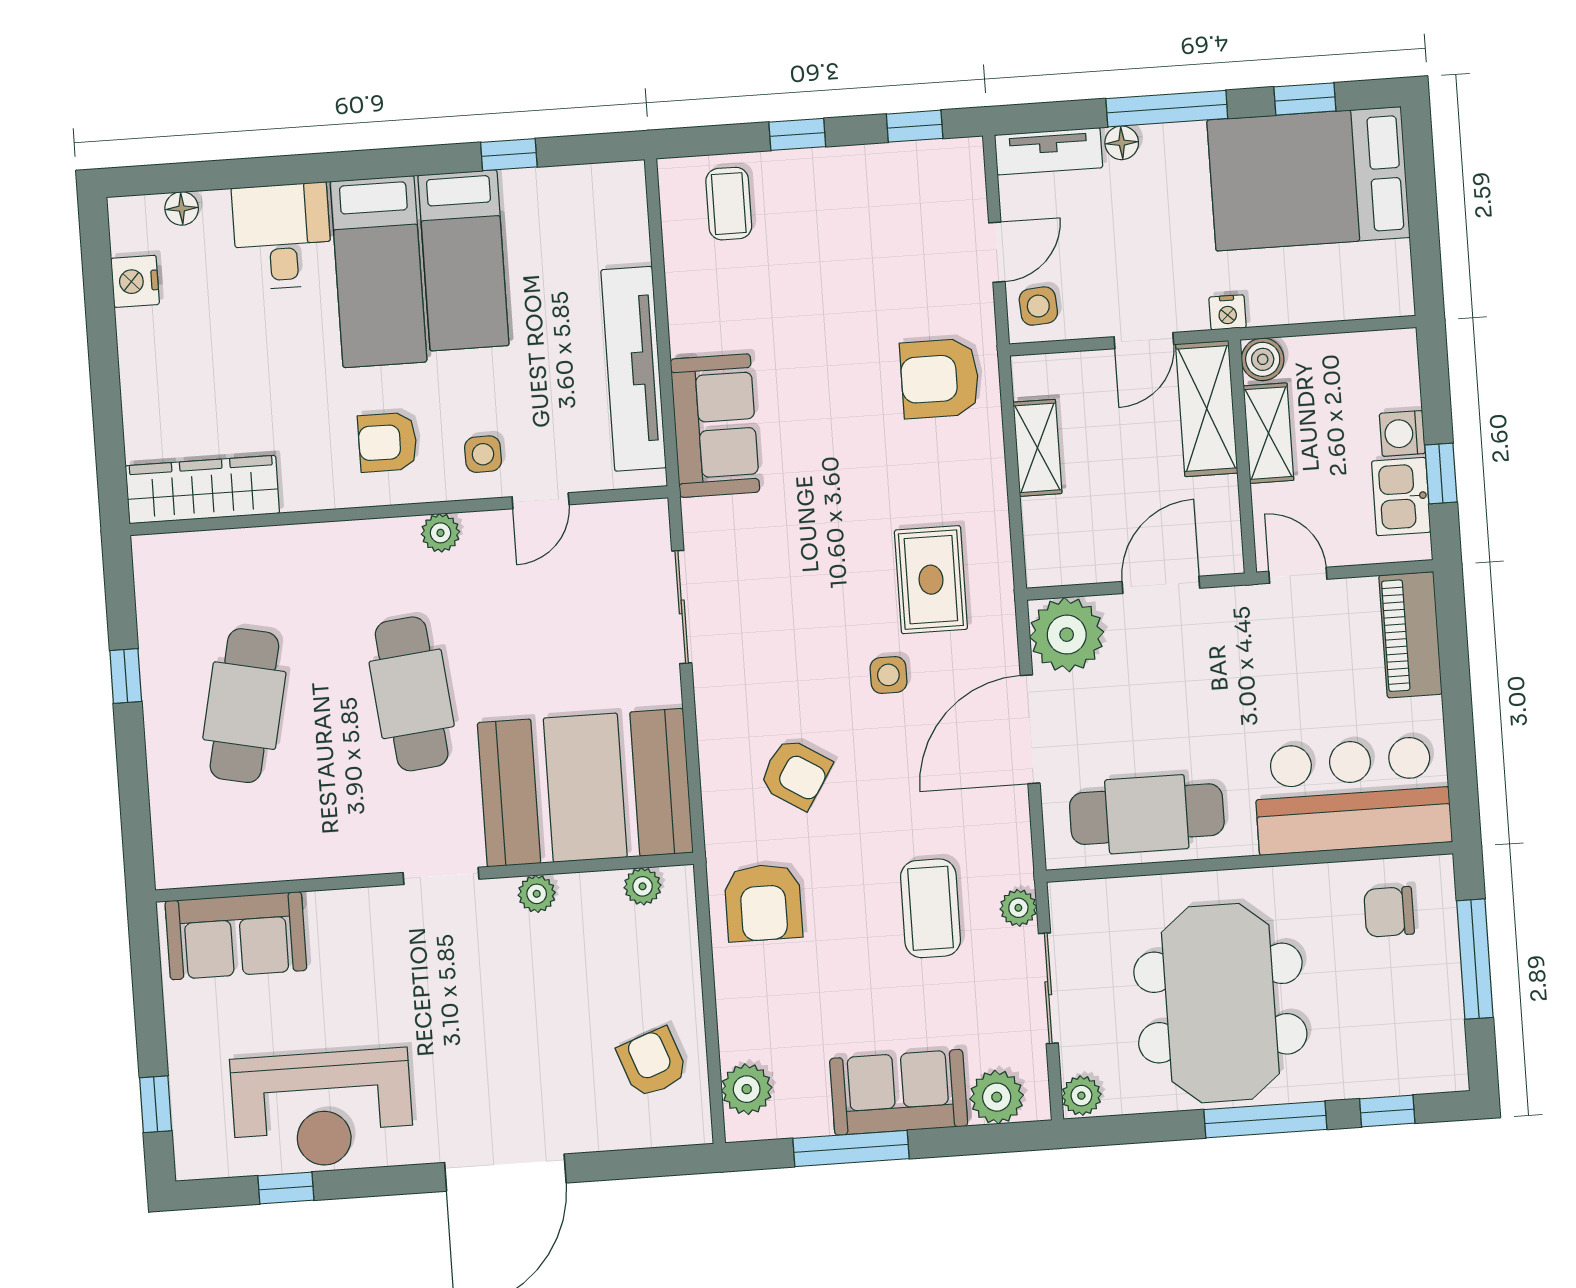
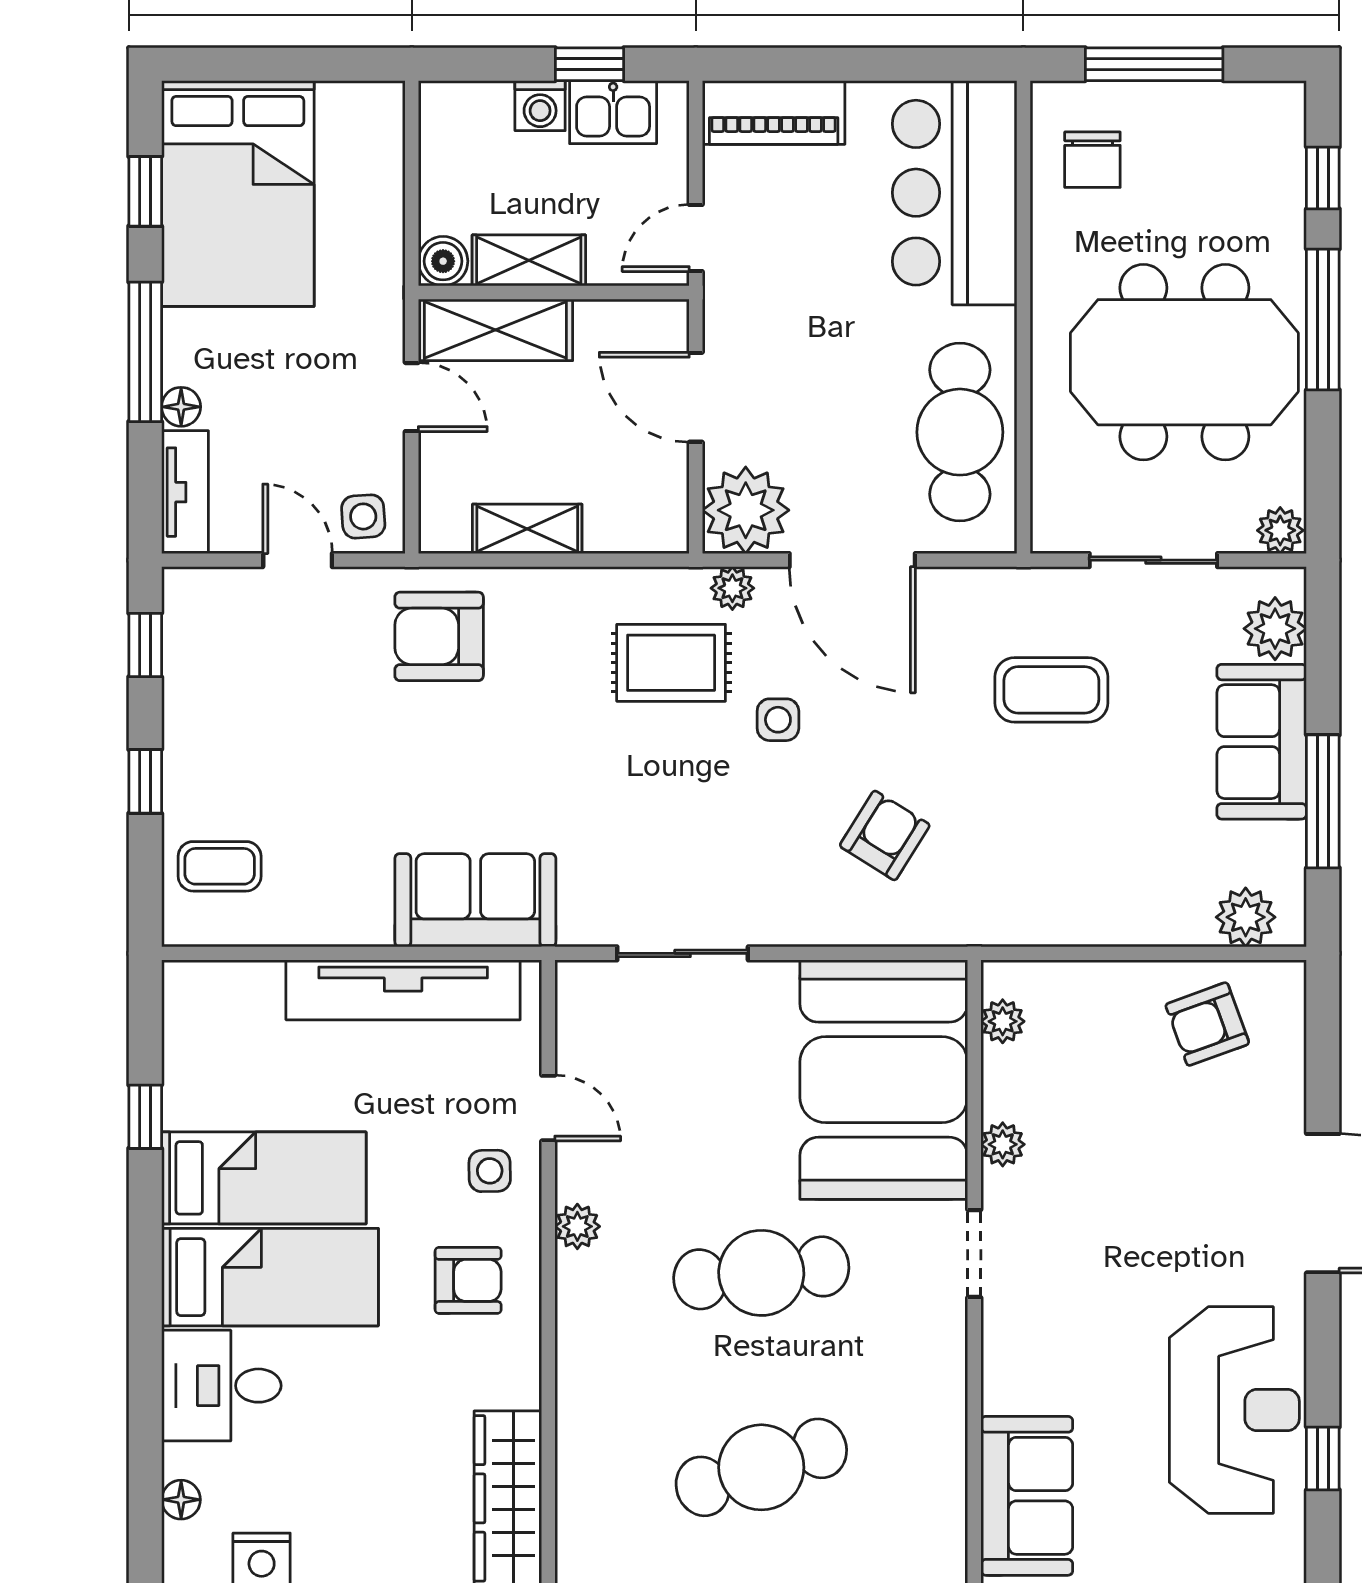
nightstand: (1227, 312) -> (386, 298), removed
armchair: (940, 378) -> (439, 636), turned 90
armchair: (388, 442) -> (468, 1280), turned -90
cafe table: (244, 706) -> (761, 1467), turned -30
armchair: (763, 903) -> (1031, 883), removed
plant: (1018, 908) -> (732, 588), moved

